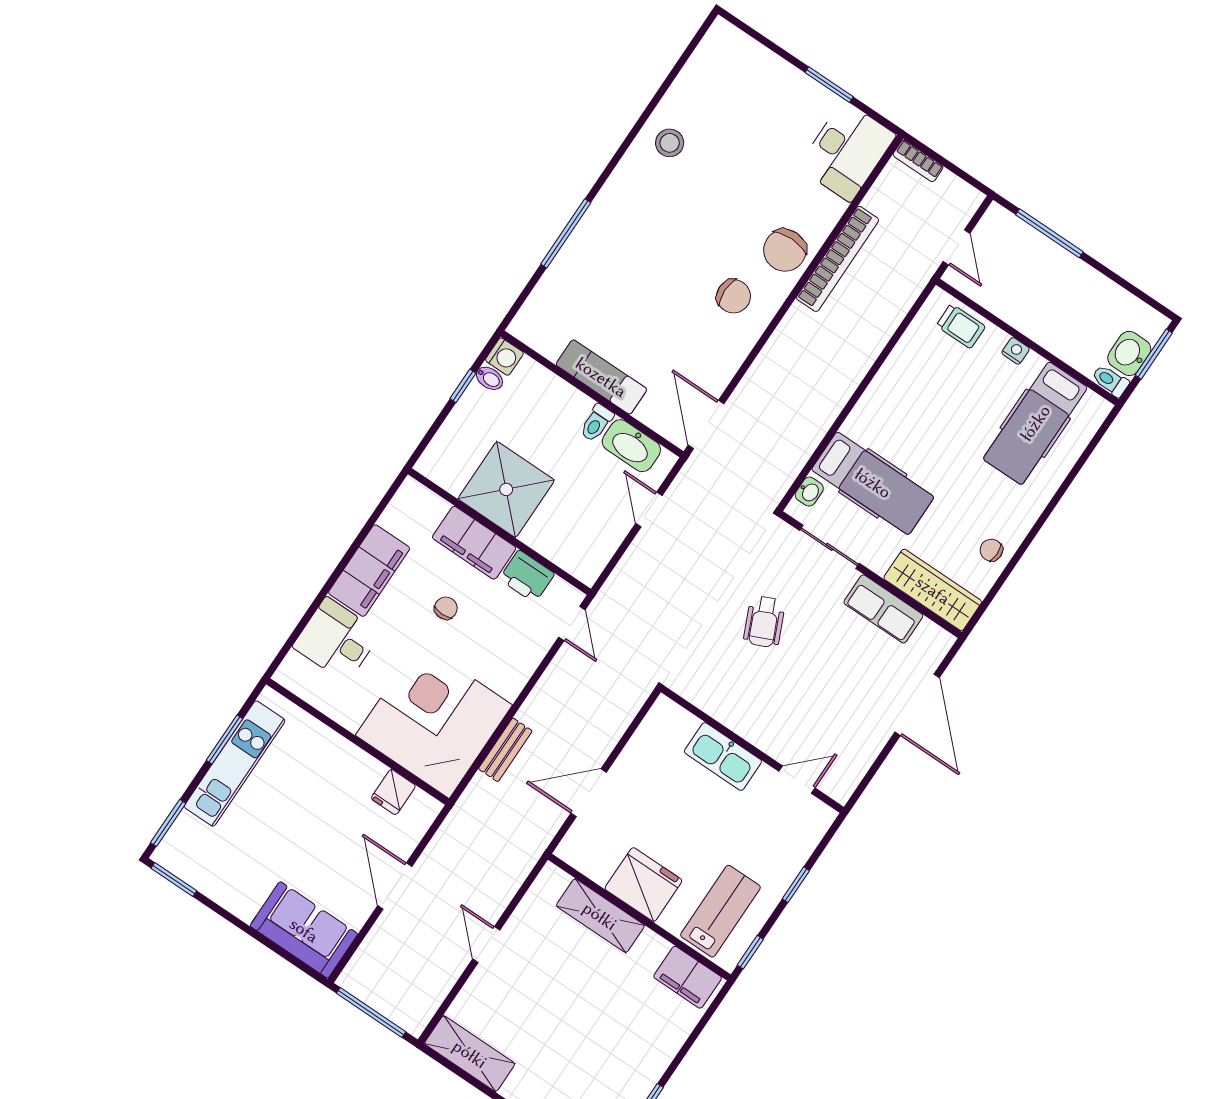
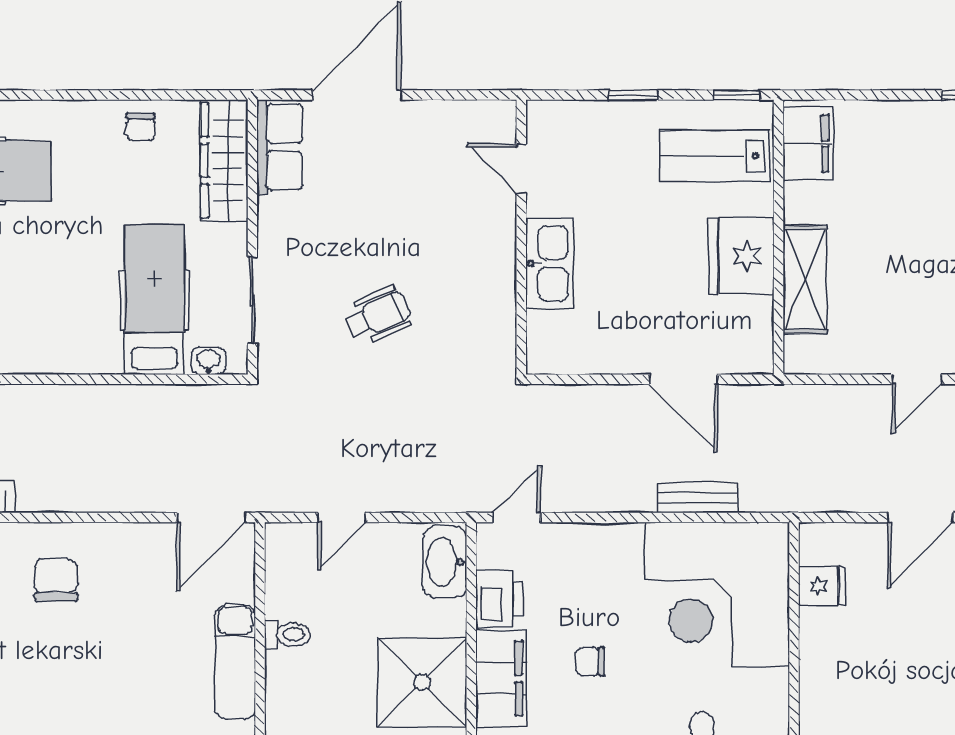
washbasin: (631, 446) -> (445, 562), moved, turned 180
row of seats: (883, 609) -> (280, 147), moved

